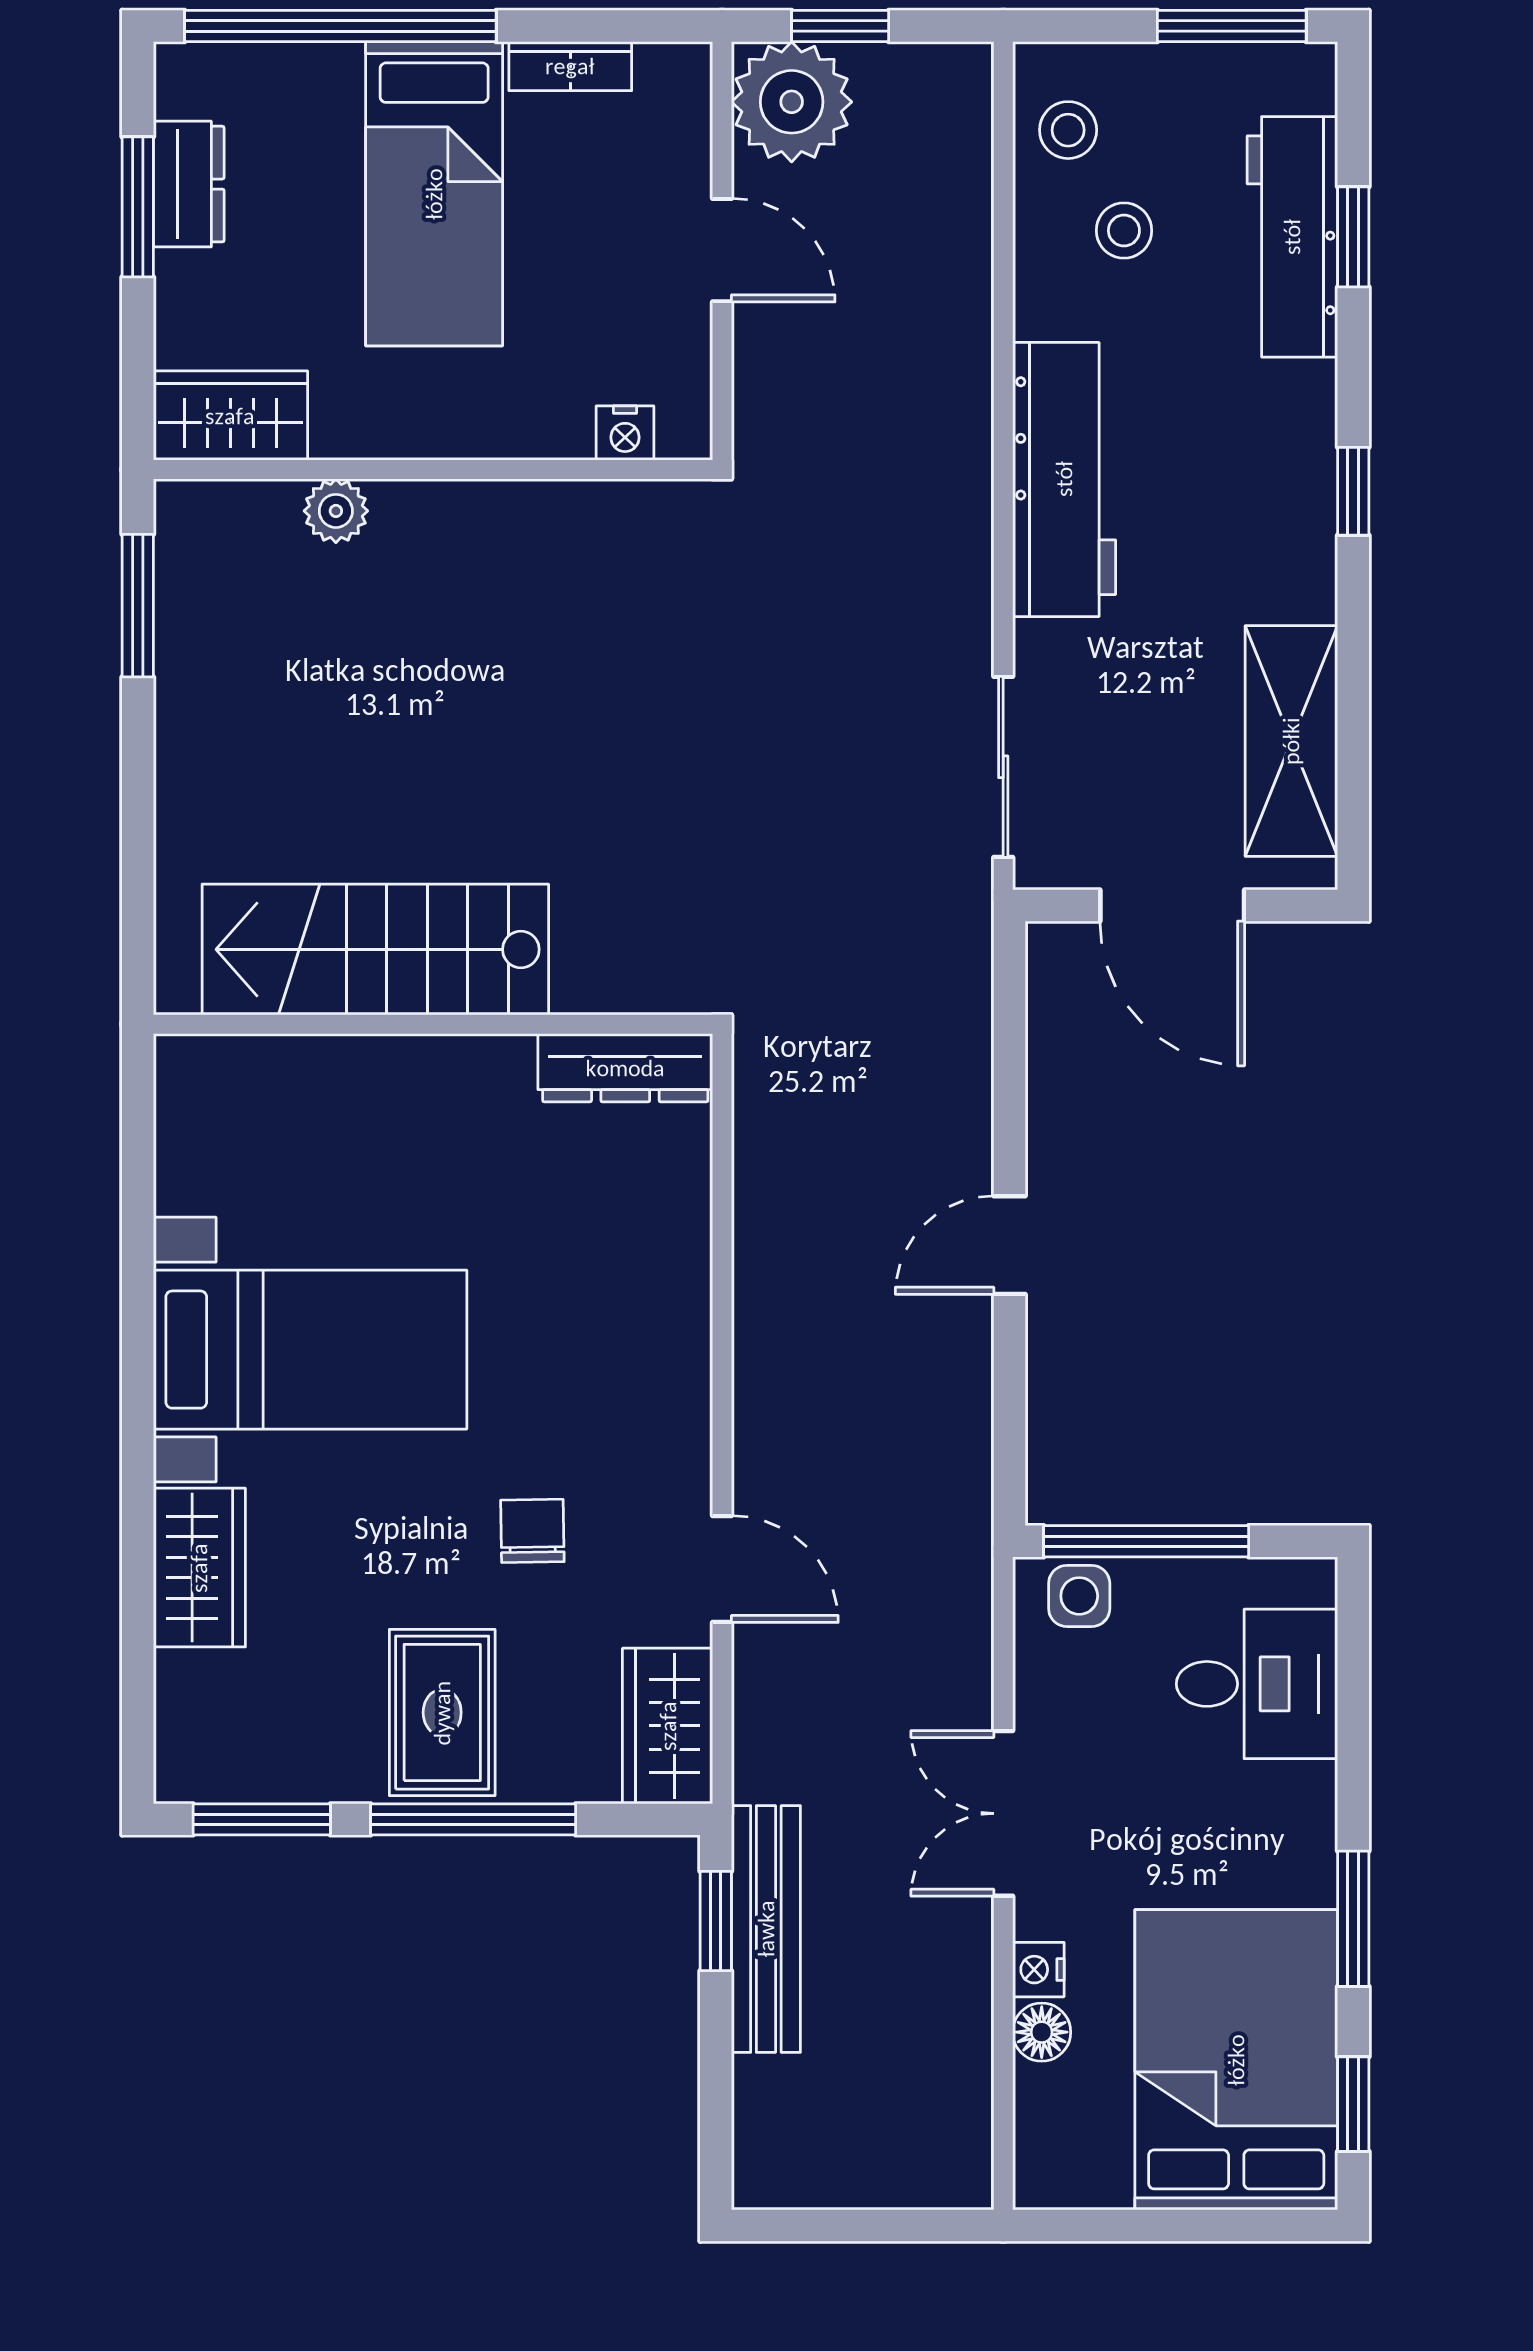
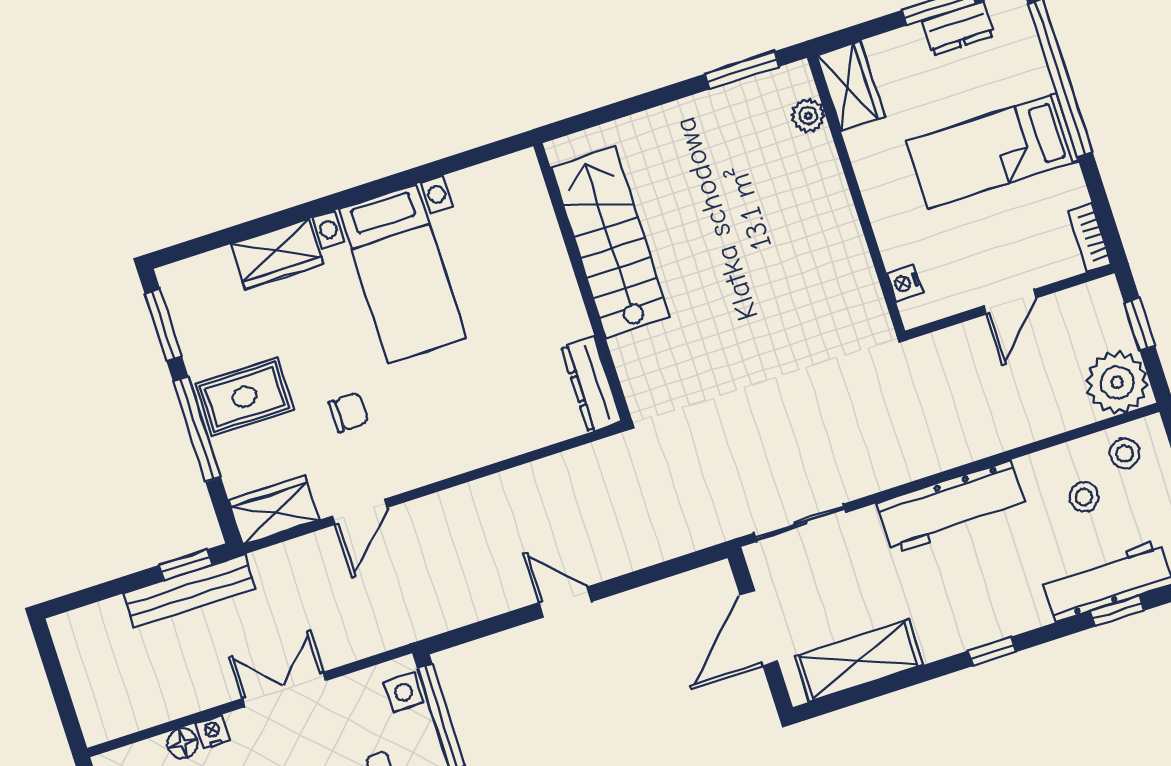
bookcase: (570, 66) -> (1090, 238), moved
plant: (792, 102) -> (1117, 382), moved
plant: (336, 511) -> (808, 116), moved

